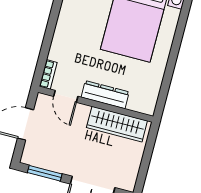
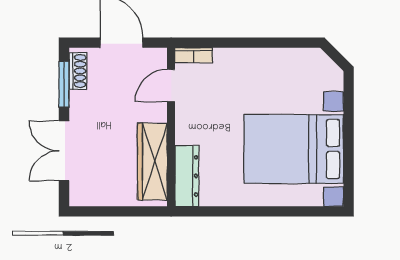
dresser: (105, 95) -> (187, 176), moved
shoe rack: (38, 161) -> (78, 71), added

